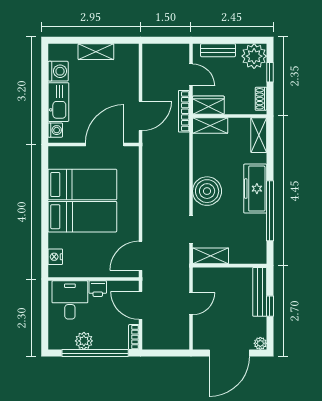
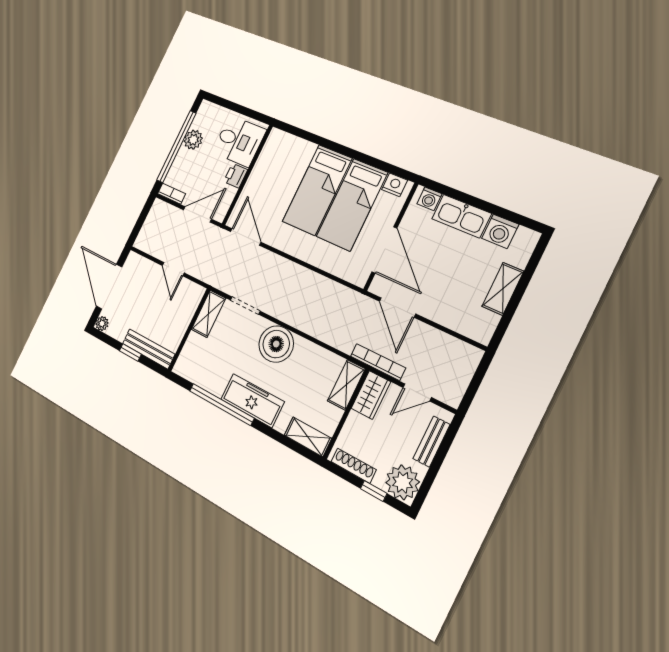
shoe rack: (261, 99) -> (354, 466), width x1.43
nightstand: (55, 257) -> (395, 185), moved

